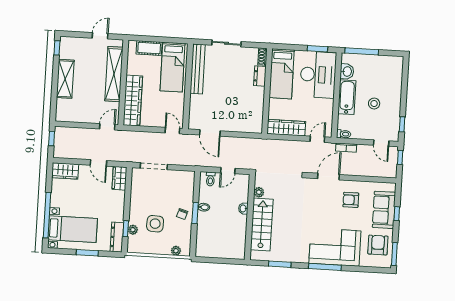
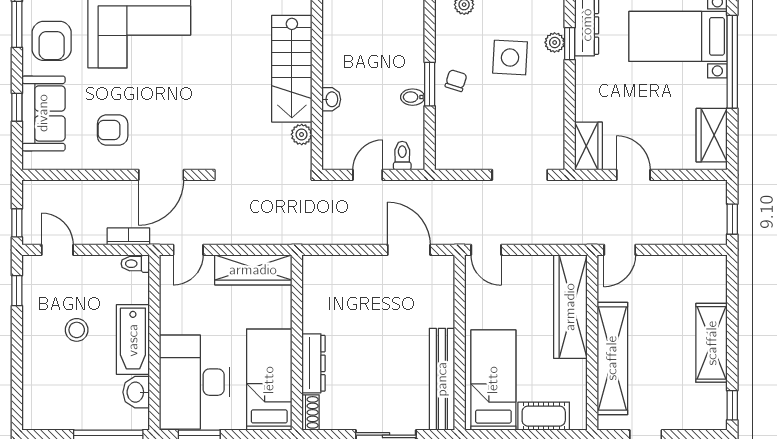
dresser: (260, 76) -> (314, 363), width x1.44
wardrobe: (65, 171) -> (712, 135), moved, turned -90
armchair: (351, 200) -> (113, 130), turned 180

